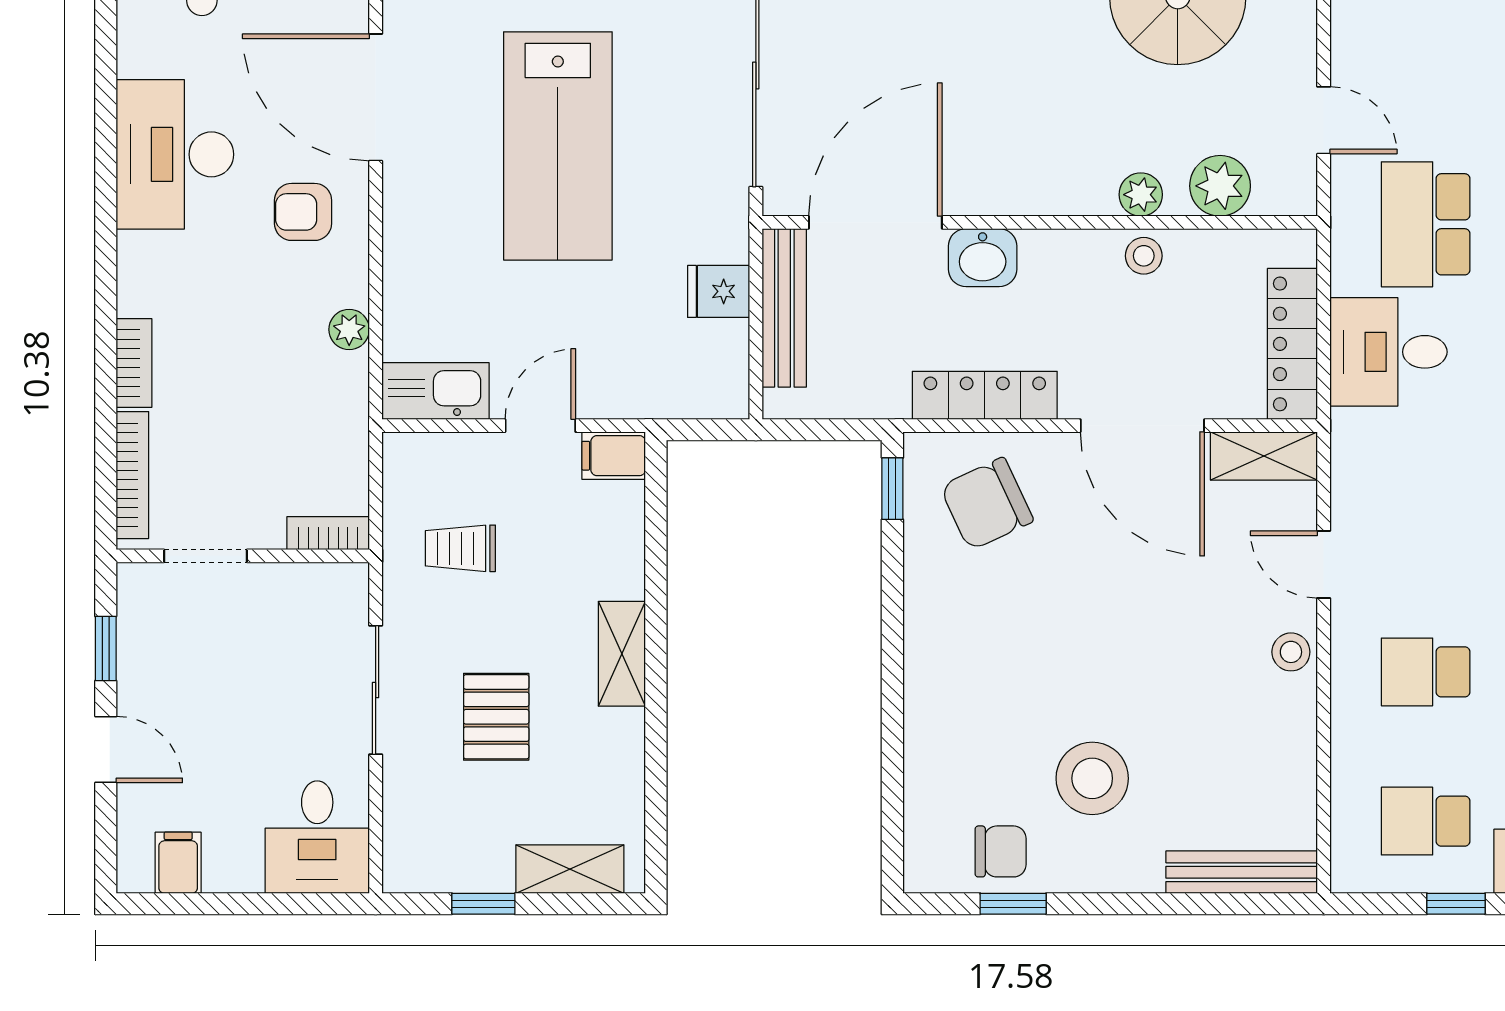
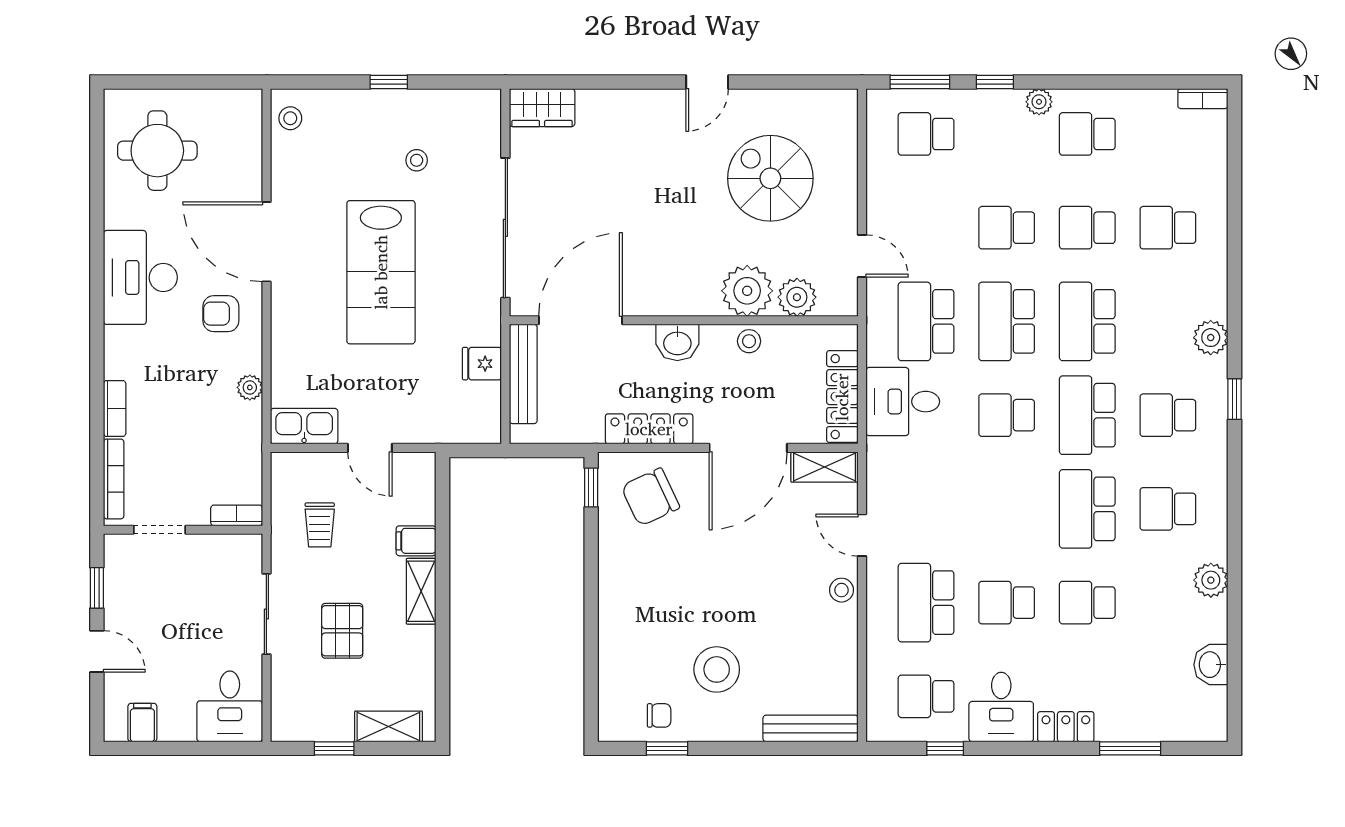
plant: (1141, 195) -> (747, 291), width x1.88, depth x1.88
washbasin: (983, 258) -> (677, 342), moved
door: (540, 426) -> (370, 448), swing flipped
door: (1142, 426) -> (748, 448), hinge flipped
filing cabinet: (614, 456) -> (416, 541), moved
trolley: (460, 548) -> (320, 525), turned -90
school desk: (1426, 672) -> (926, 603), width x1.85
chair: (1001, 851) -> (659, 715), width x0.73, depth x0.73

